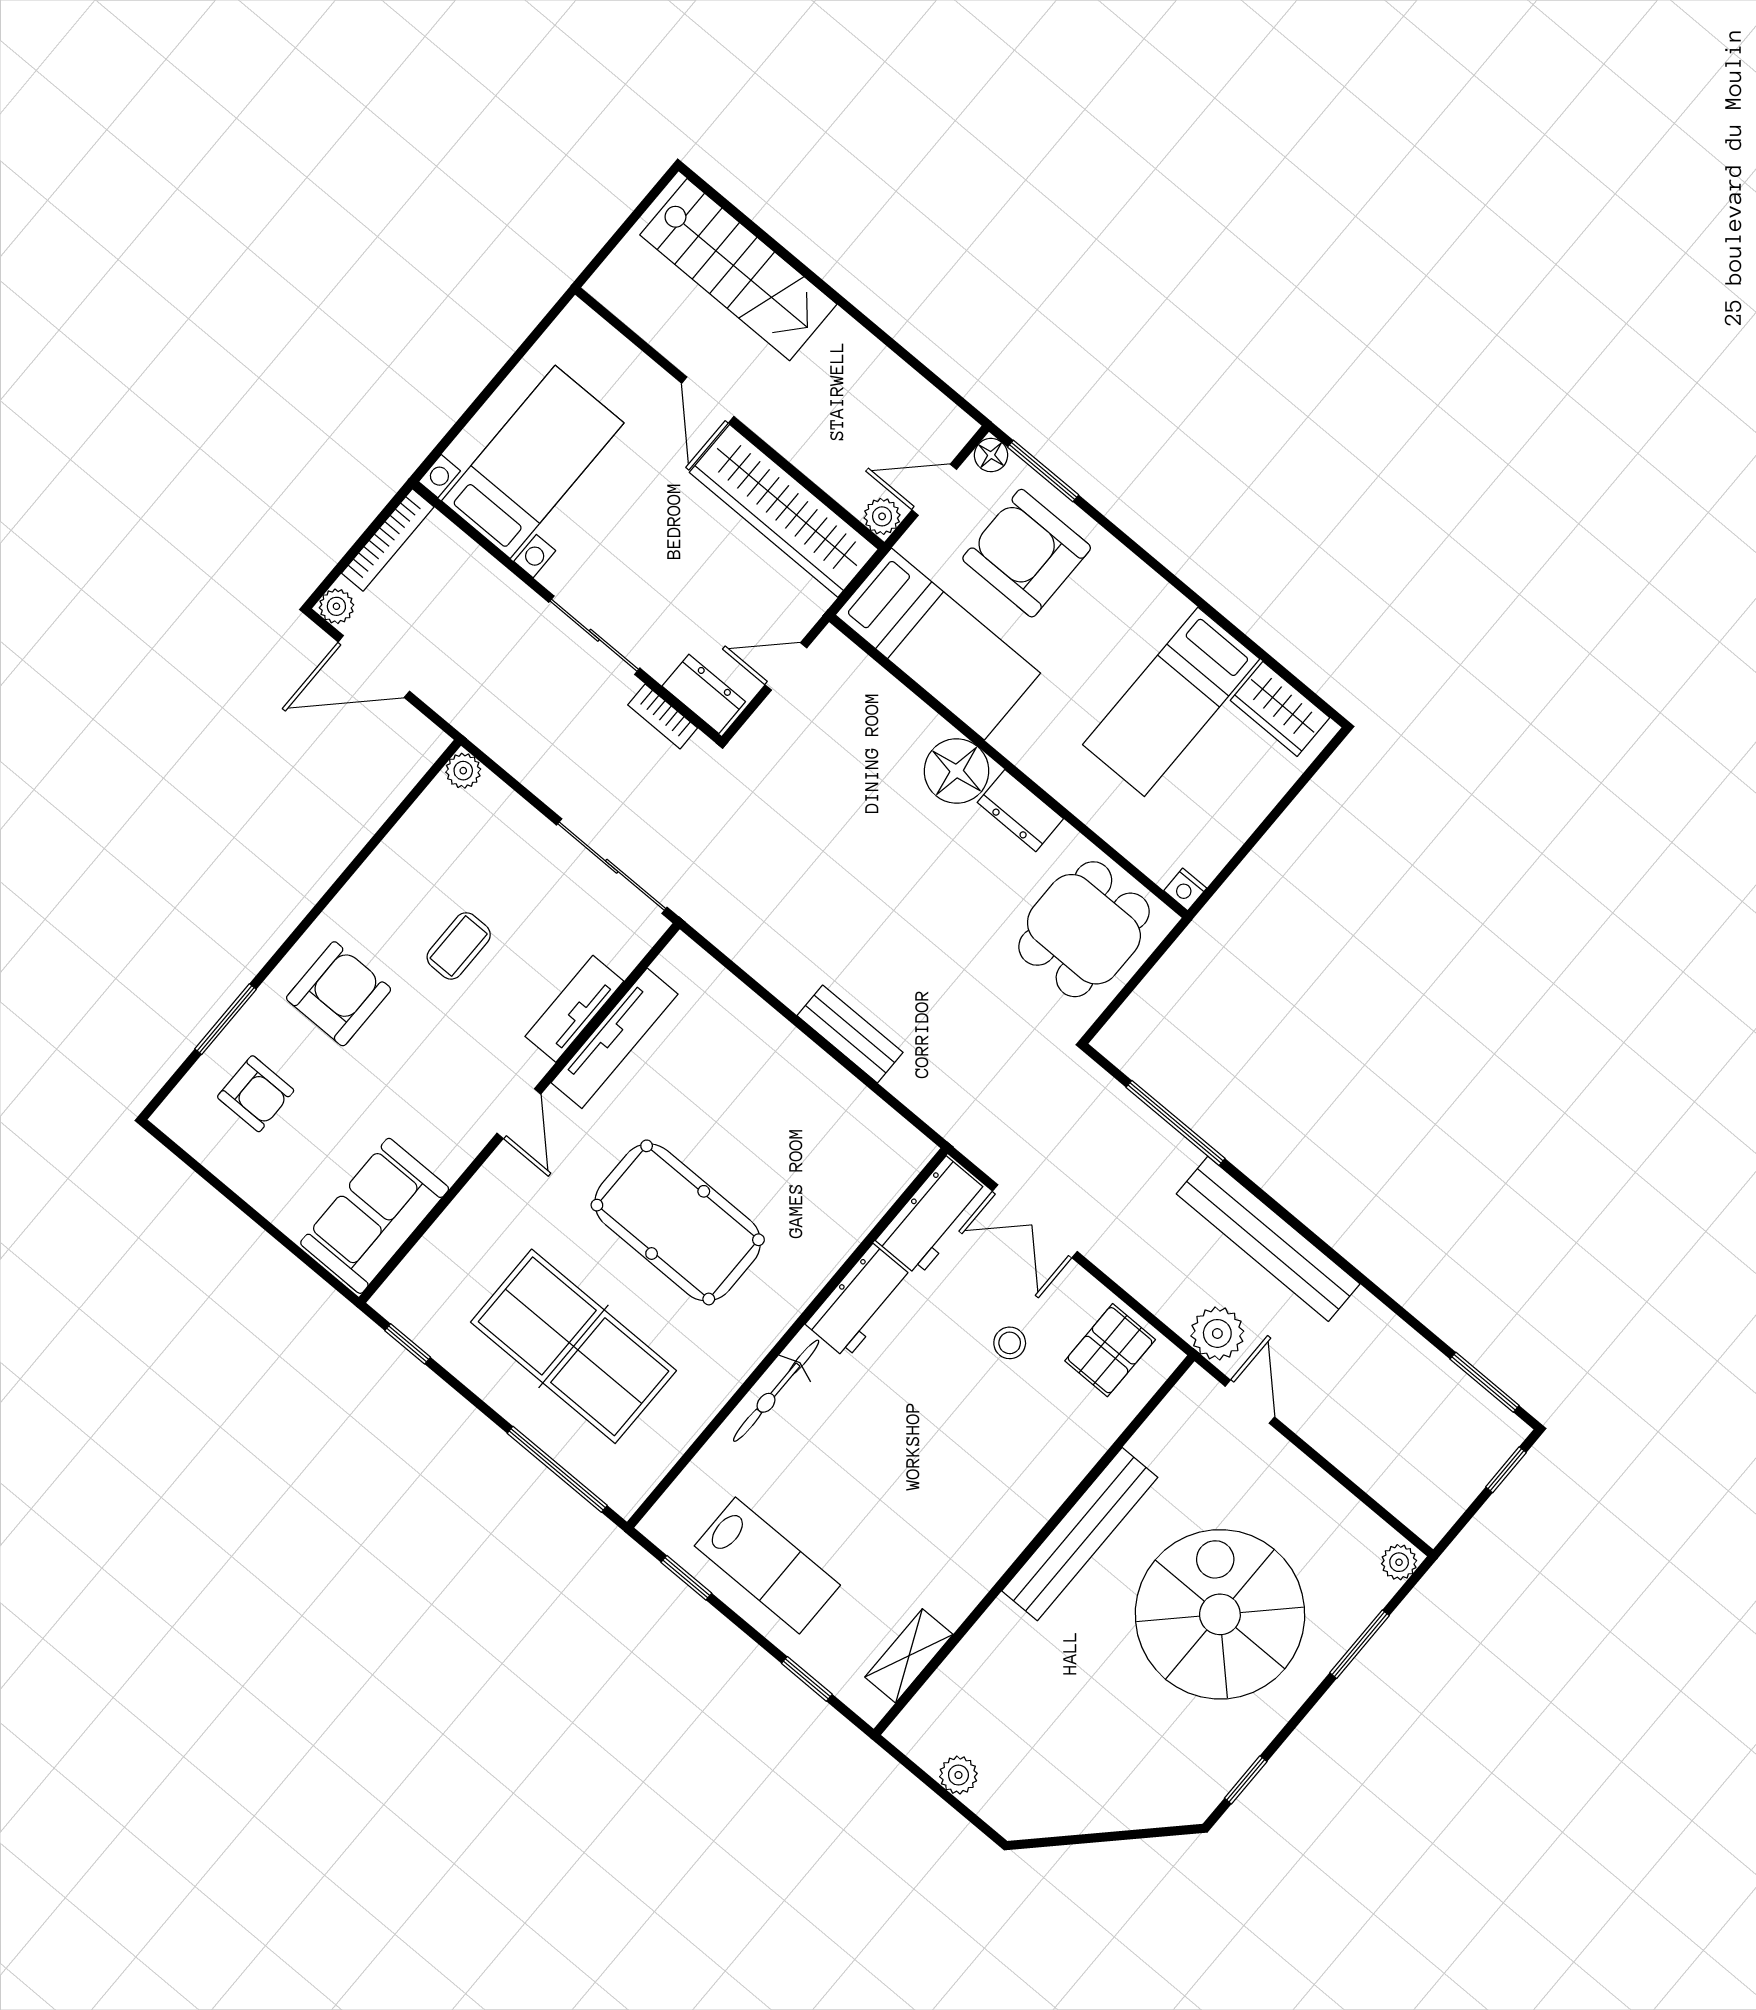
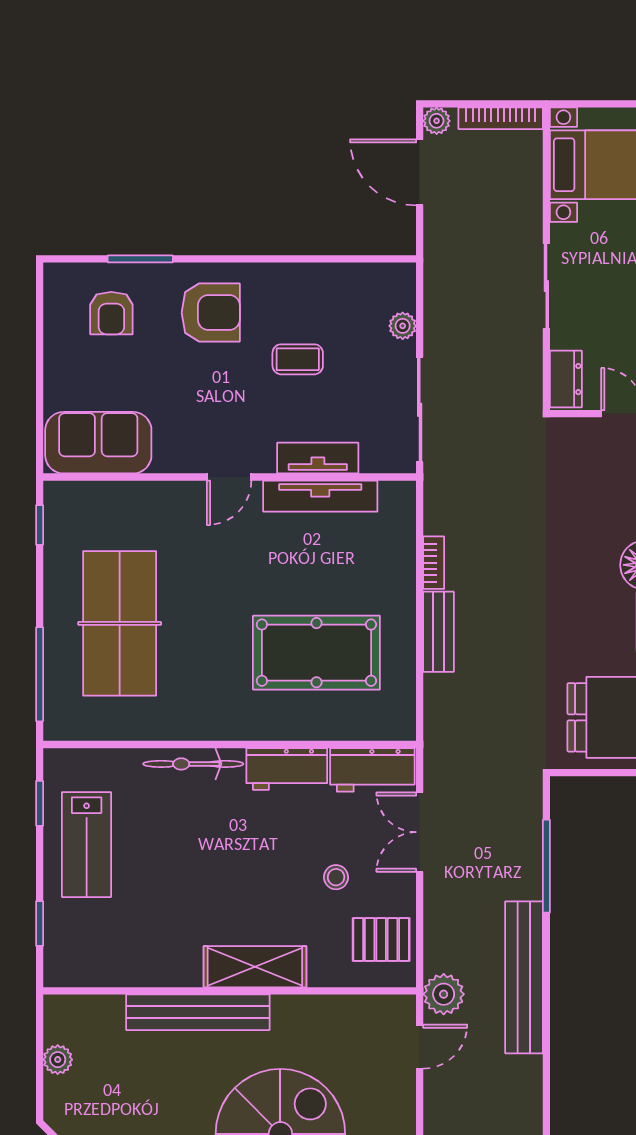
bookcase: (663, 716) -> (434, 563), moved, turned 180
plant: (463, 771) -> (403, 326), moved
pool table: (678, 1222) -> (316, 653), moved, turned 90
bench: (1080, 1534) -> (198, 1012), moved
shelving: (909, 1656) -> (255, 967), moved, width x1.50, depth x1.33

